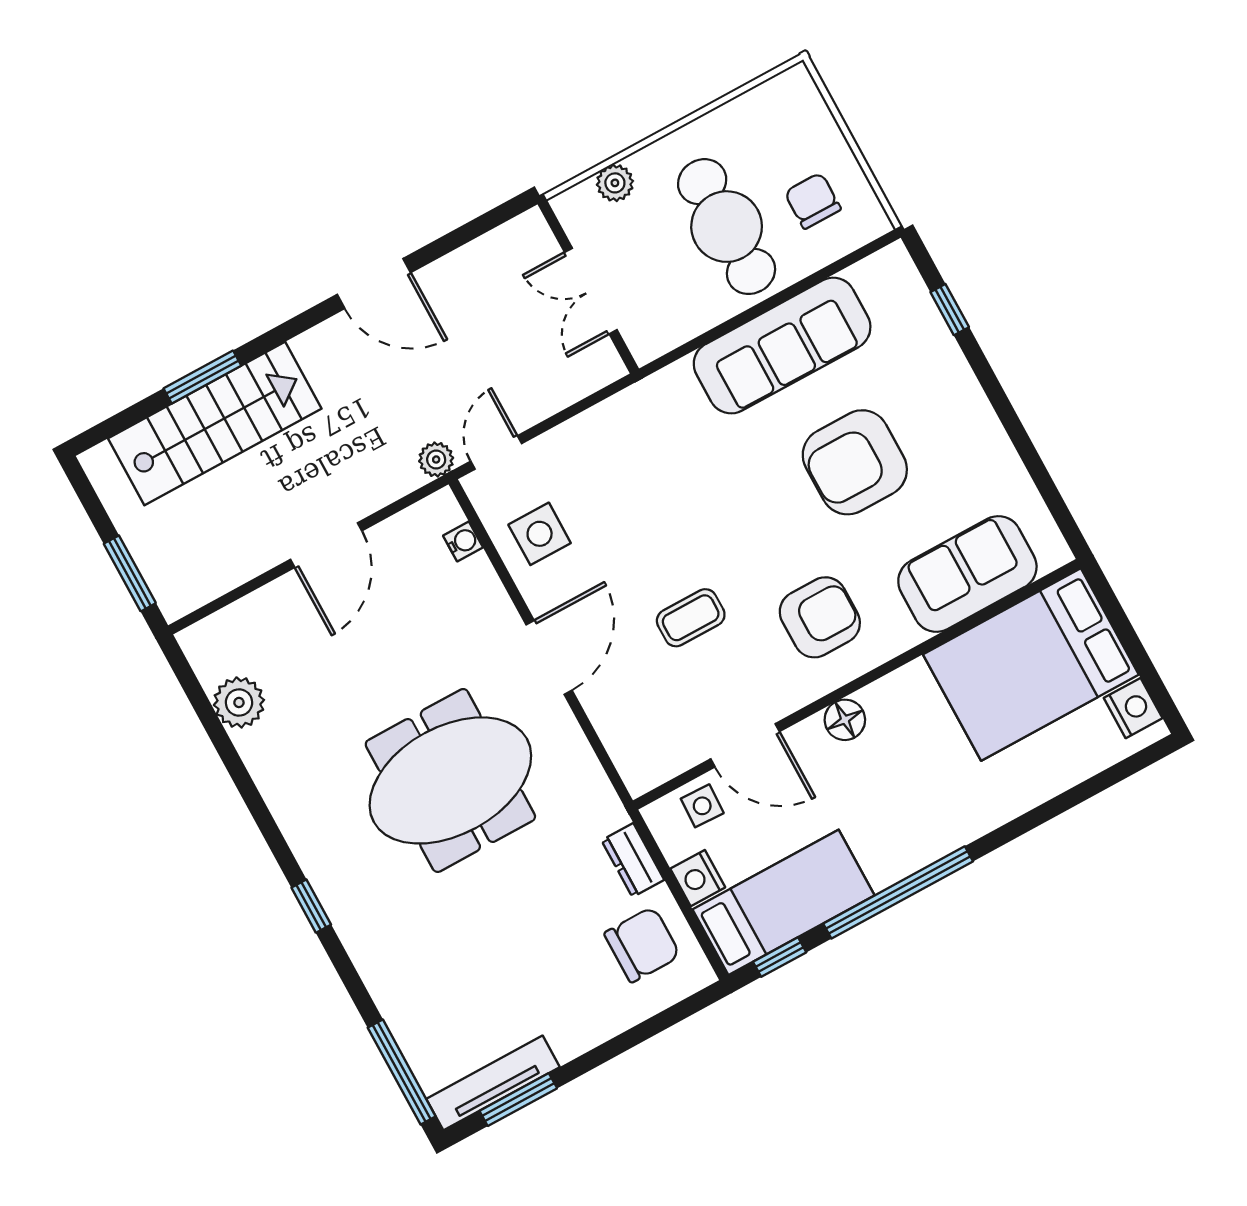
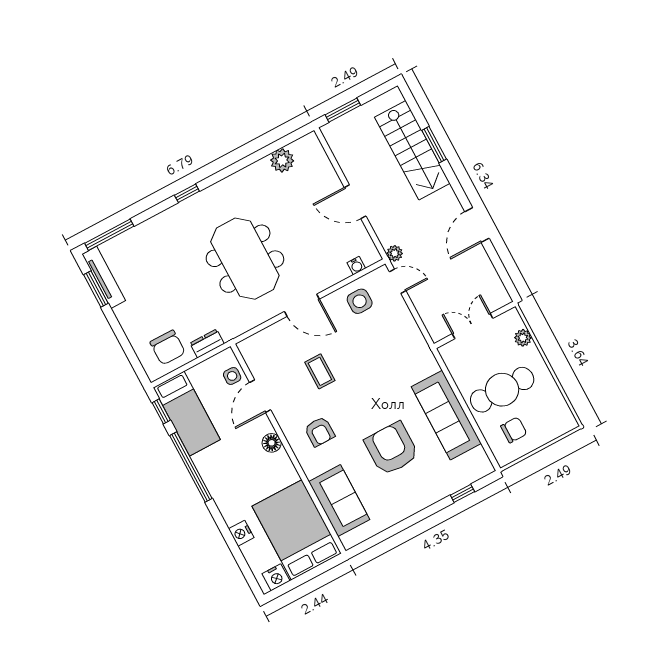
armchair: (820, 617) -> (319, 432), width x0.72, depth x0.72
nightstand: (698, 878) -> (241, 533), moved, turned -90

